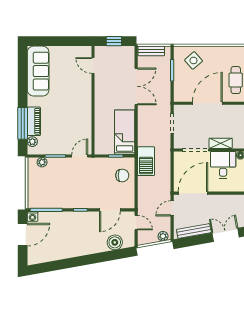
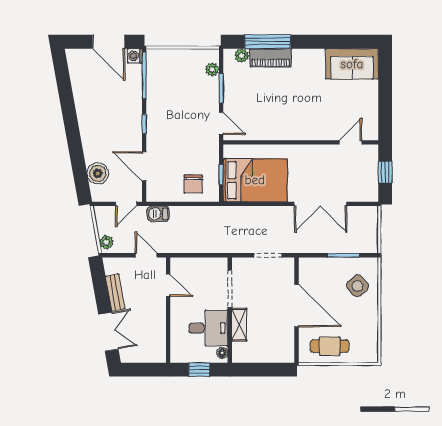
bench: (151, 51) -> (371, 225), removed
sofa: (38, 71) -> (352, 64), width x0.73
bed: (125, 132) -> (255, 180), width x1.50
barbecue: (146, 161) -> (158, 214), moved, width x0.53, depth x0.65
door: (193, 193) -> (168, 285), width x0.53
bench: (194, 231) -> (115, 293), width x0.73

